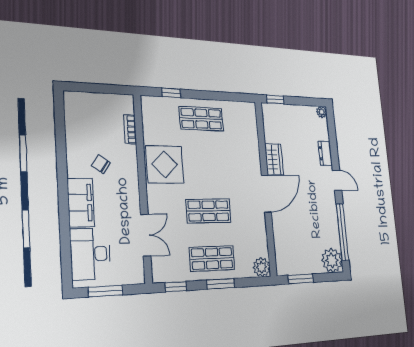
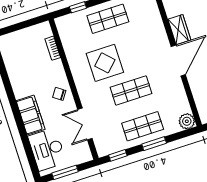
chair: (101, 164) -> (59, 94), moved
display table: (165, 164) -> (105, 63), moved
double door: (146, 235) -> (85, 124), swing flipped

